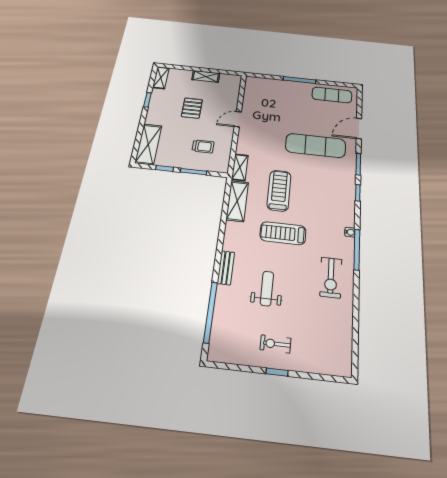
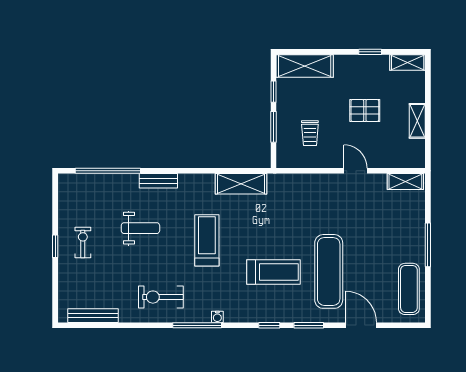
shelving: (240, 167) -> (405, 182), moved
treadmill: (279, 191) -> (273, 272), moved
bench: (346, 342) -> (93, 316), added

